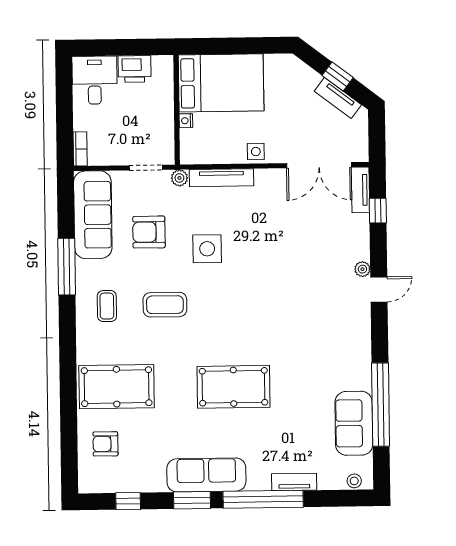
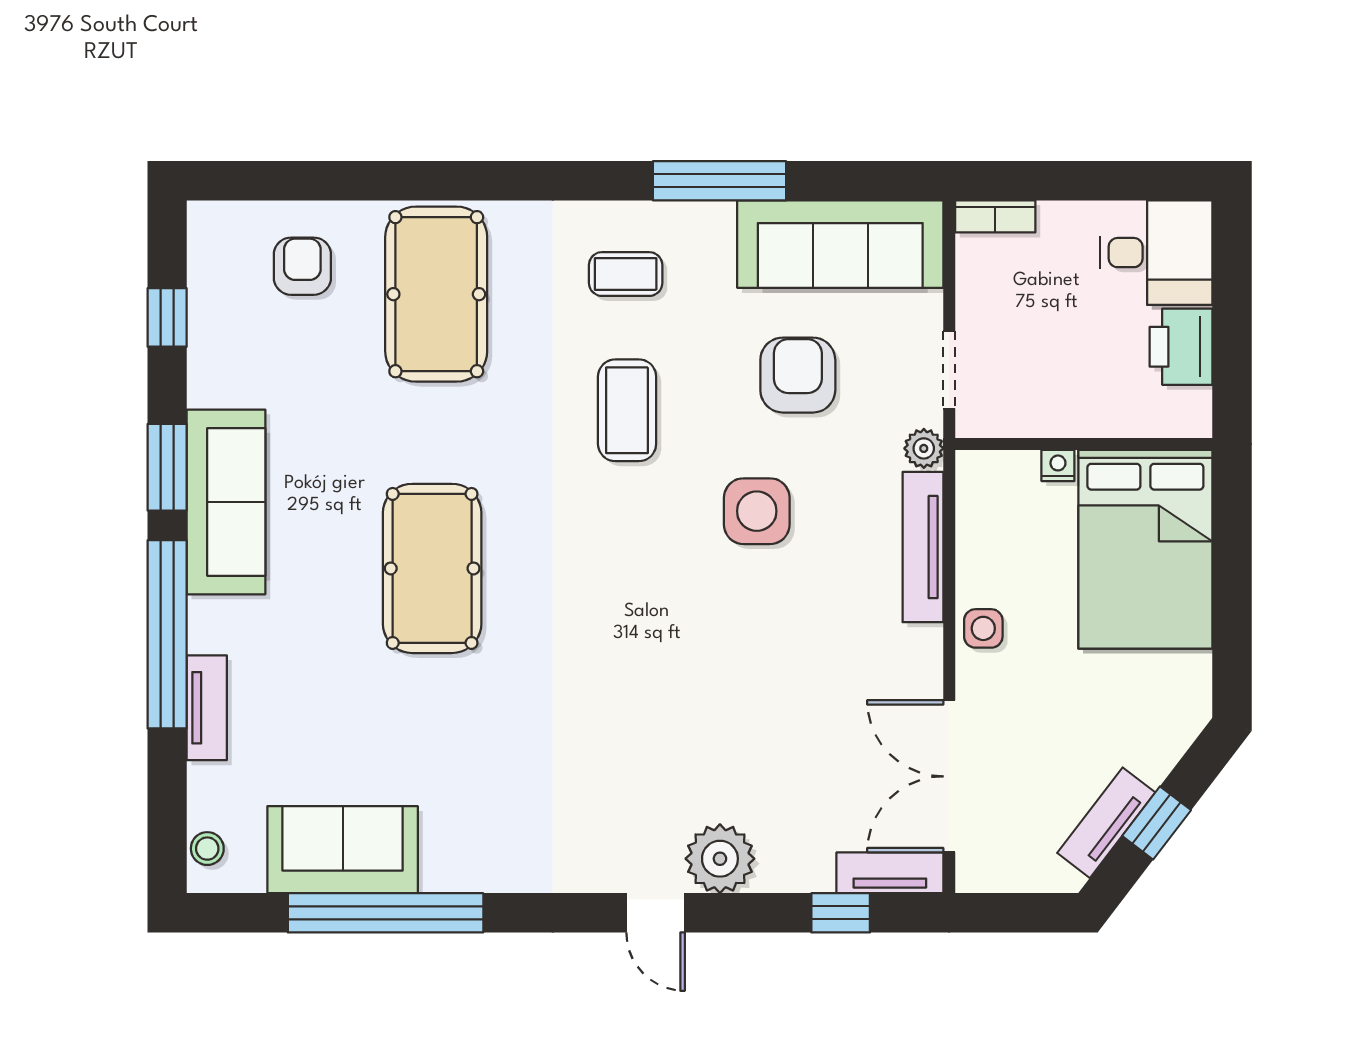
plant: (362, 269) -> (720, 859), width x1.88, depth x1.88

